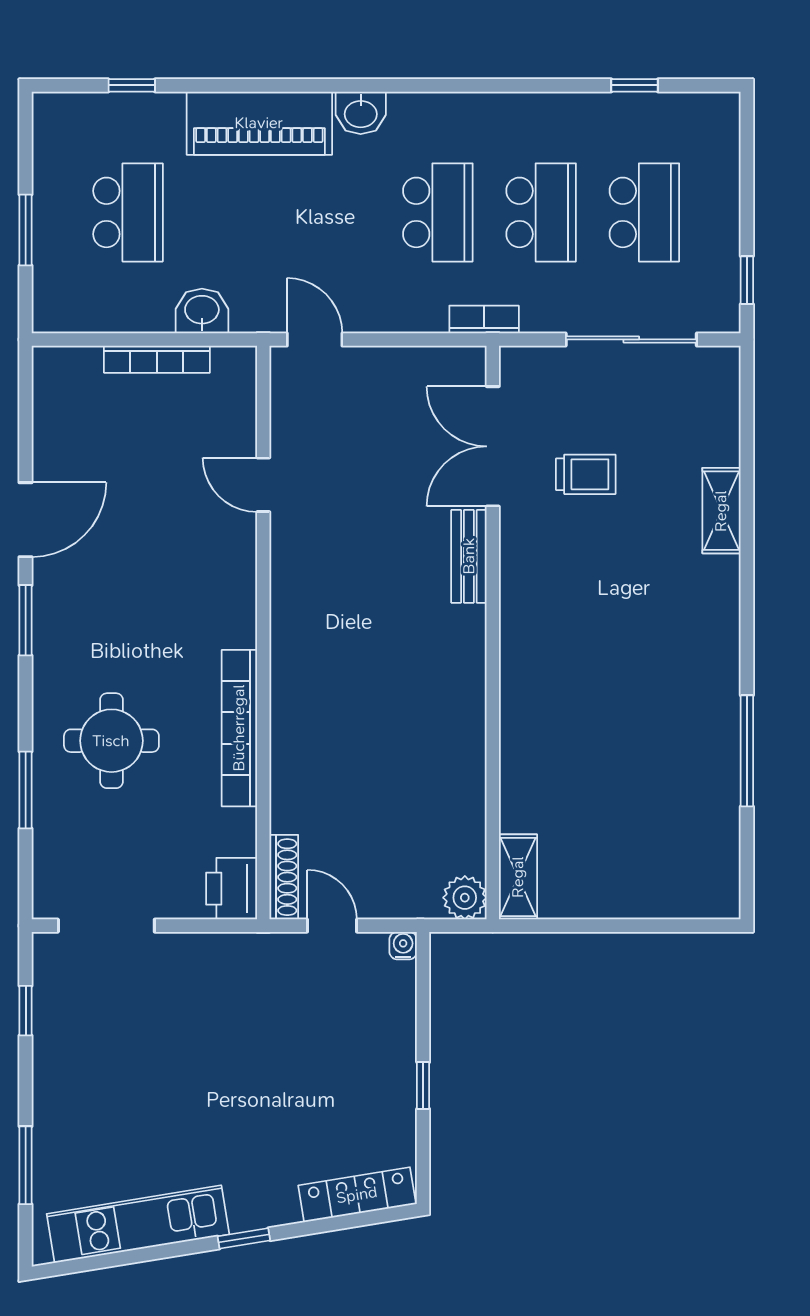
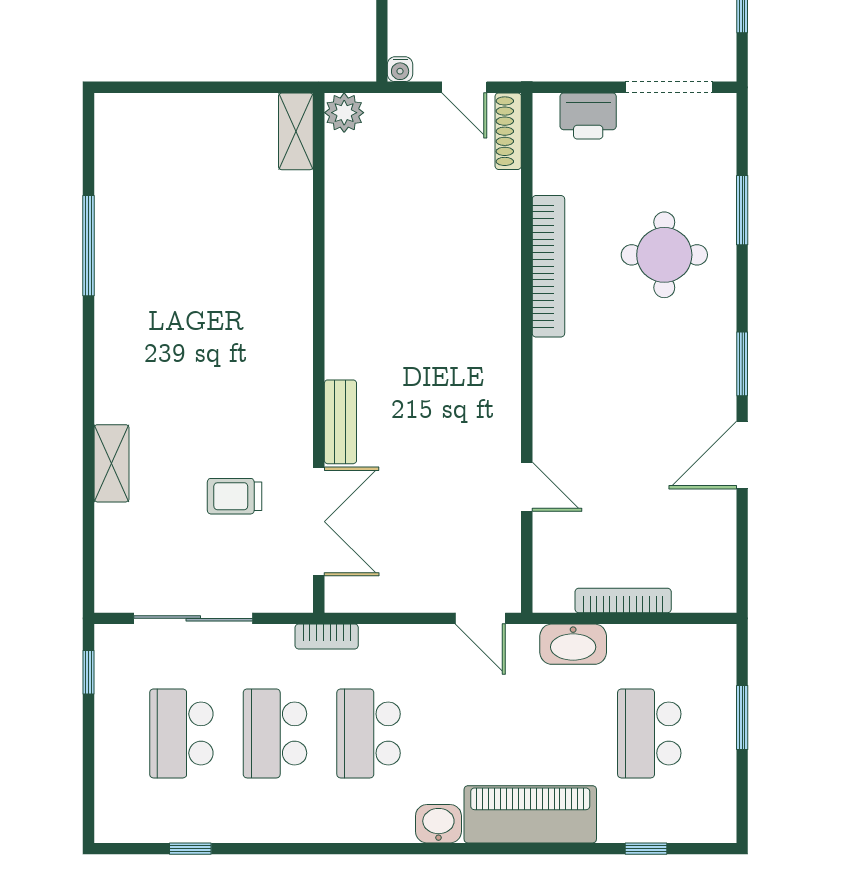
washbasin: (202, 311) -> (573, 644), width x1.38
printer: (232, 889) -> (588, 116), moved, turned 90

